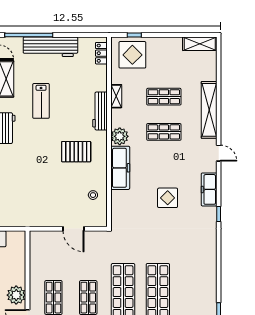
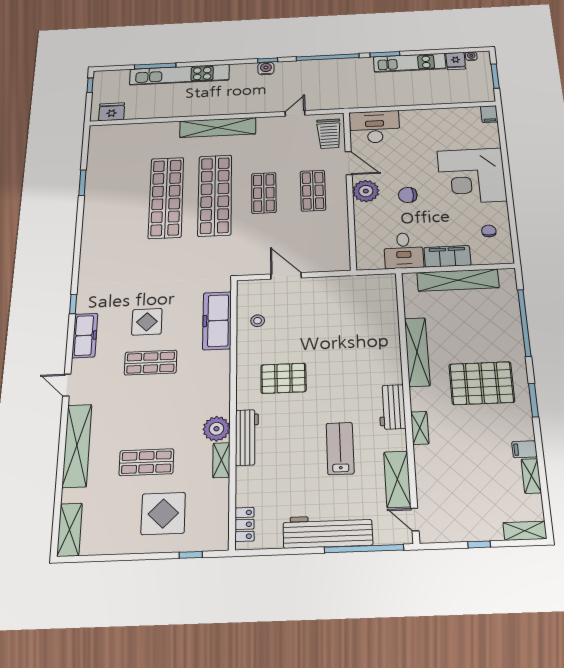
shelving: (200, 44) -> (69, 530), moved, turned 90
display table: (132, 55) -> (163, 513), moved
shop shelf: (164, 132) -> (151, 363), moved
plant: (120, 136) -> (216, 429), moved
freezer: (120, 168) -> (217, 321), moved

